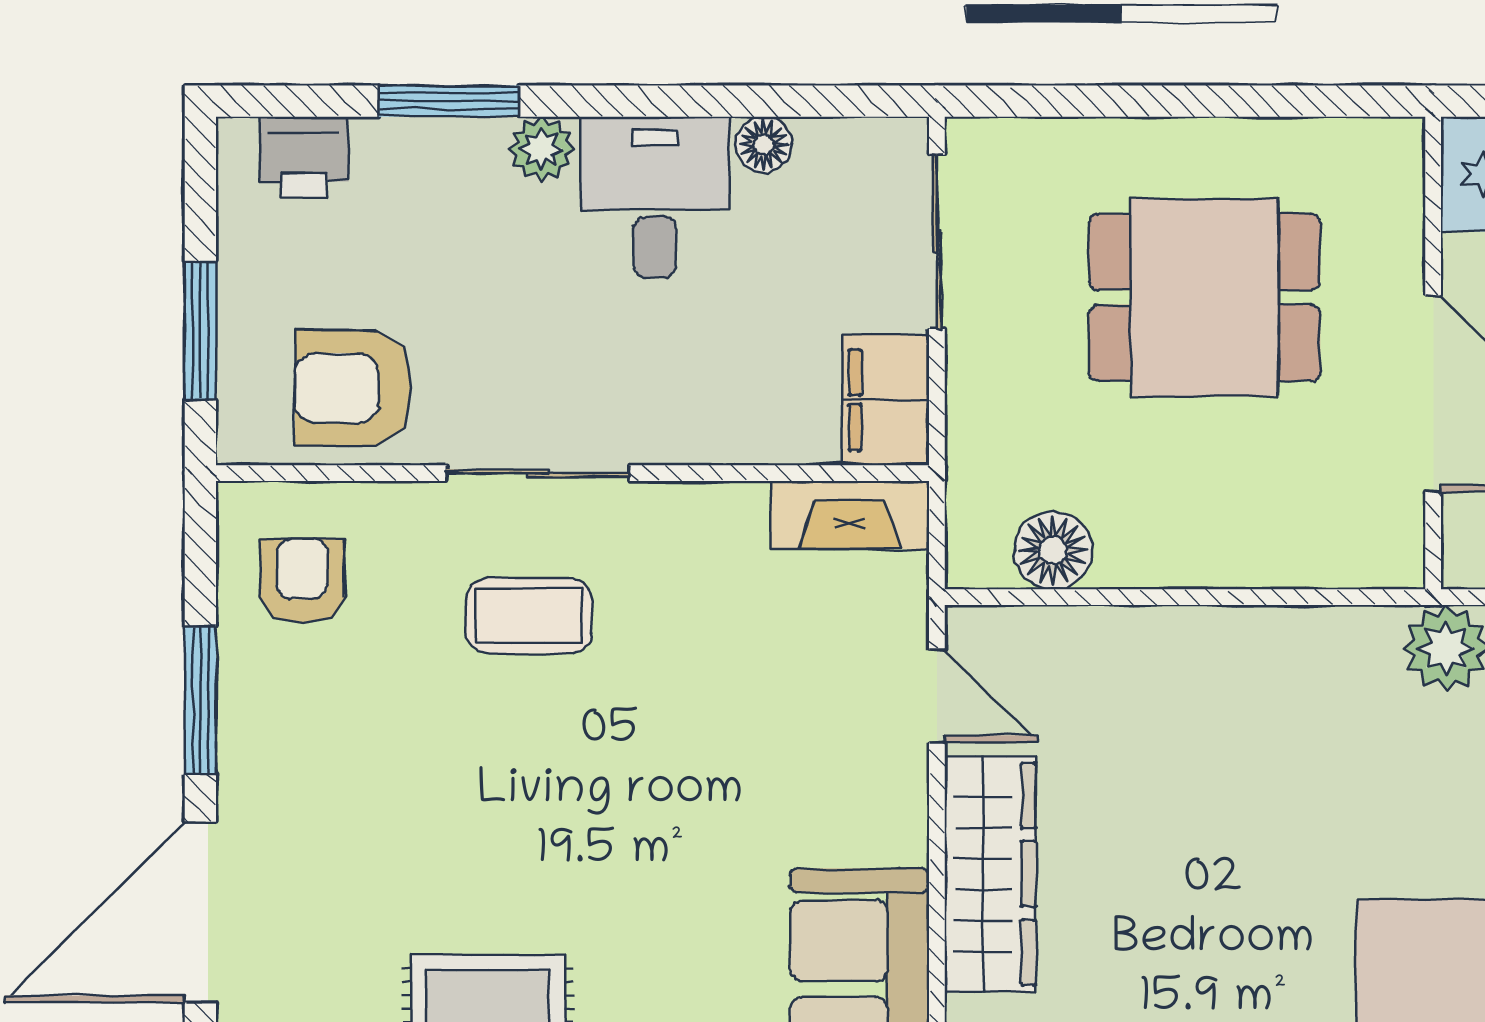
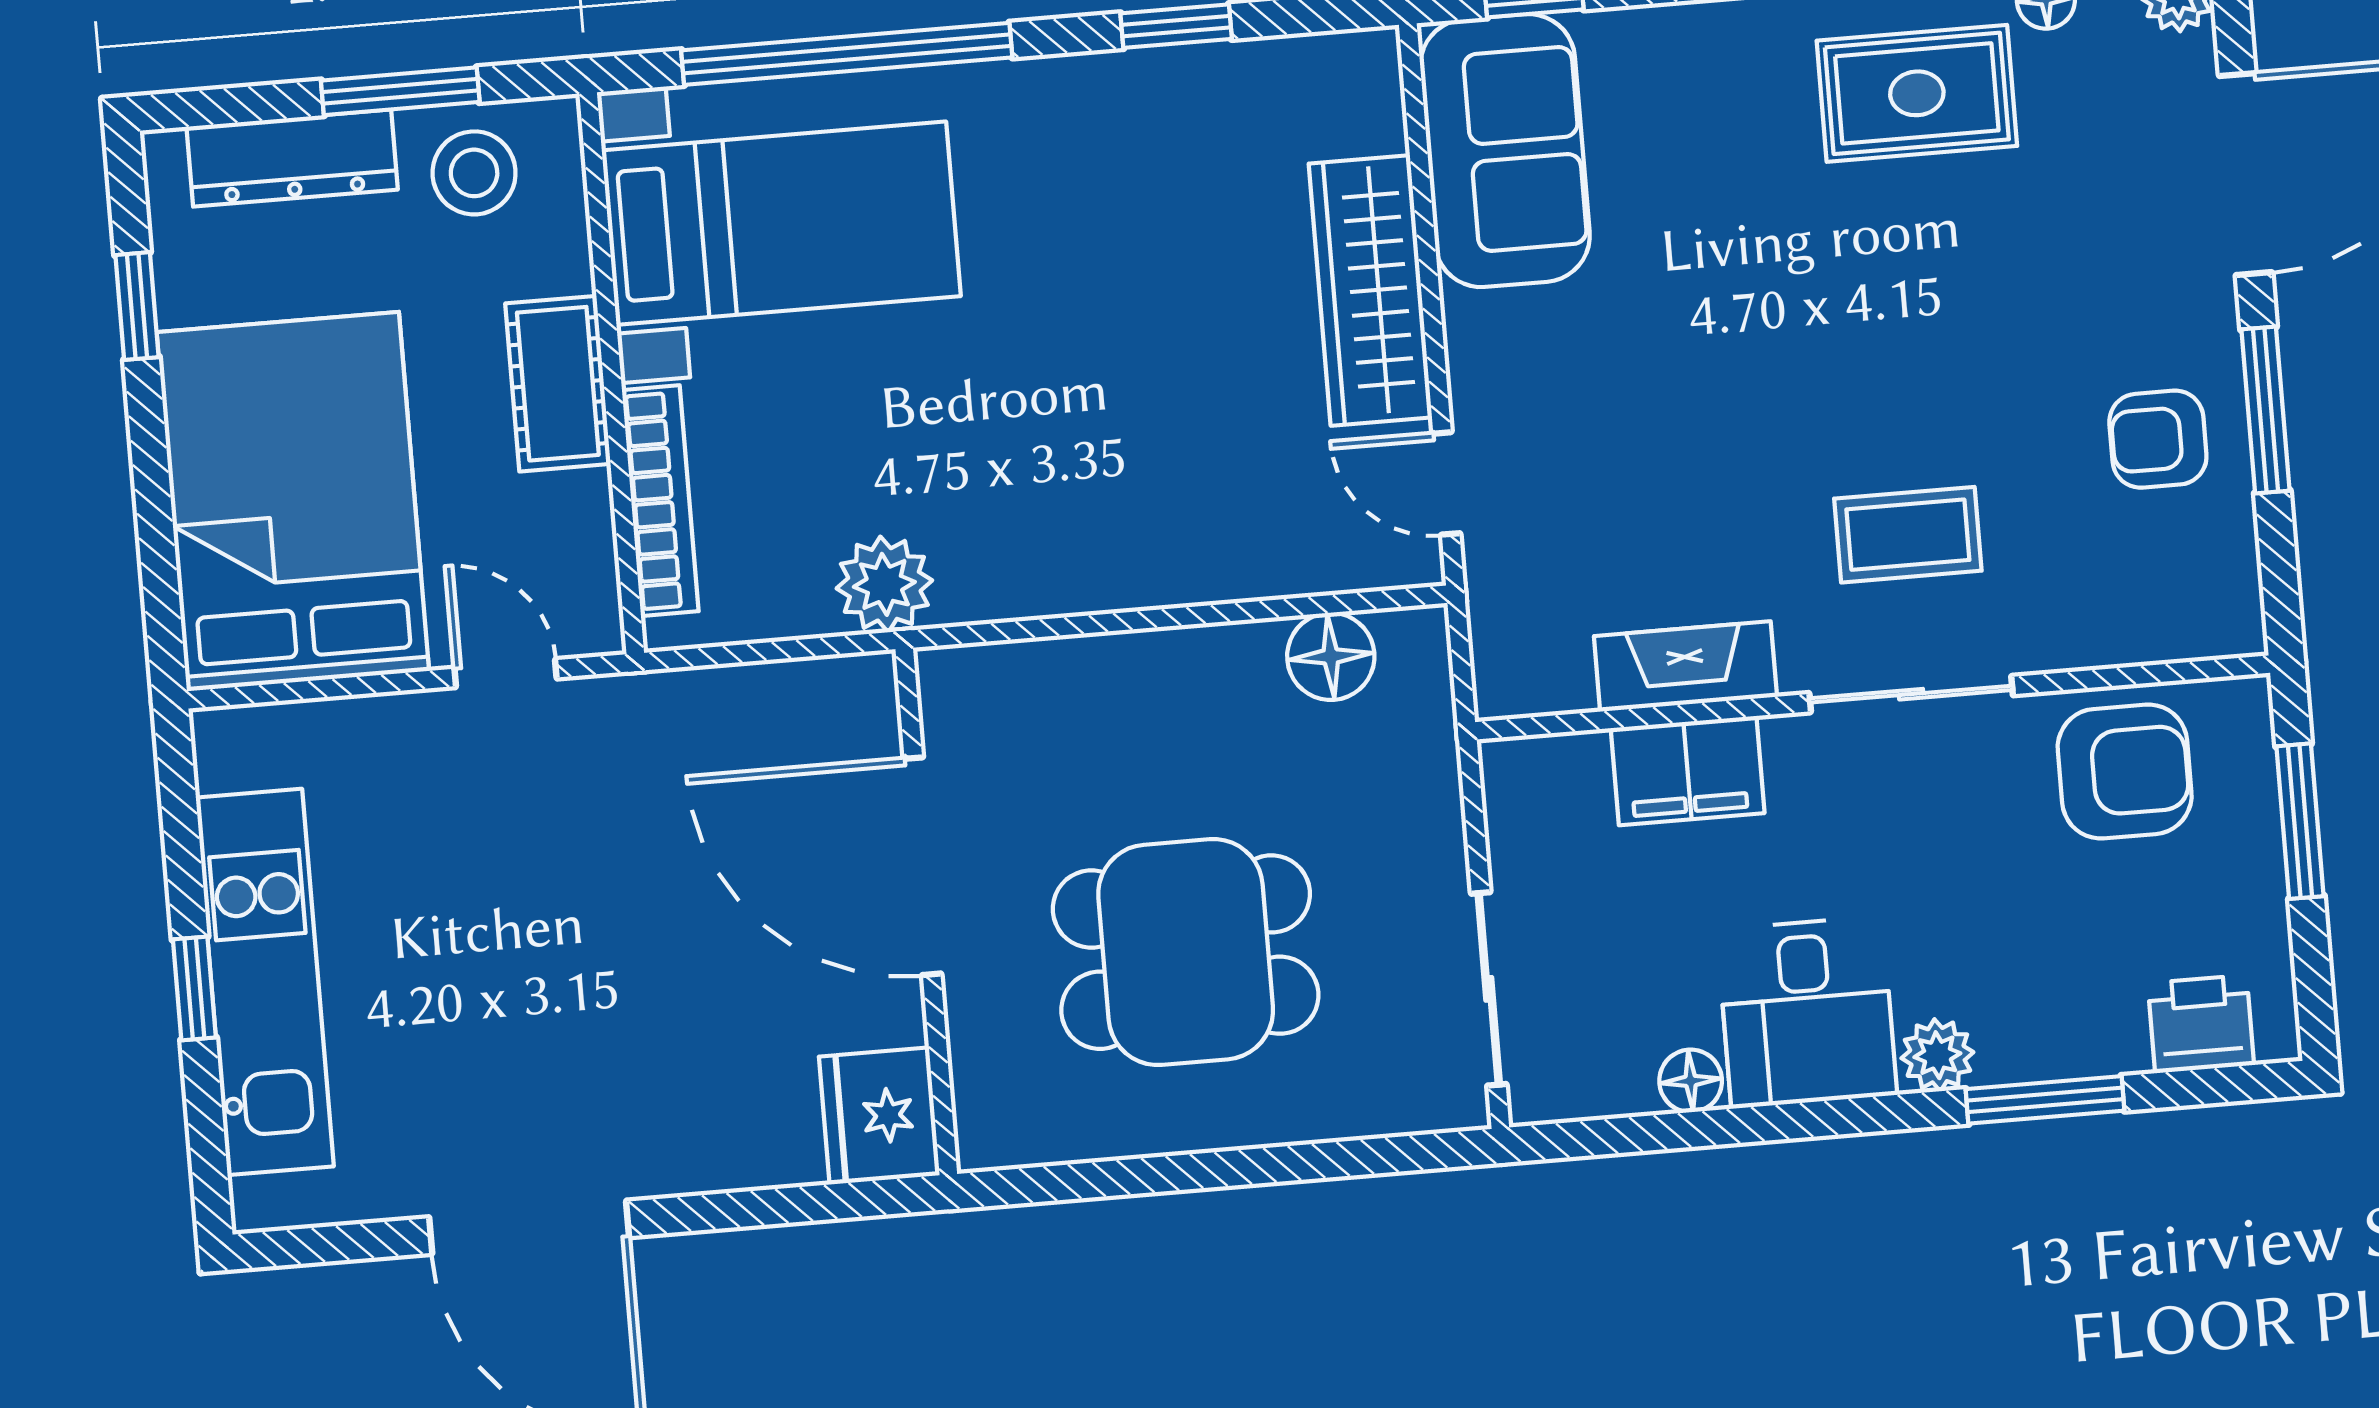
filing cabinet: (886, 400) -> (1688, 771), moved, turned 90
fireplace: (850, 515) -> (1685, 666), moved
armchair: (302, 580) -> (2158, 439), moved, turned 90

